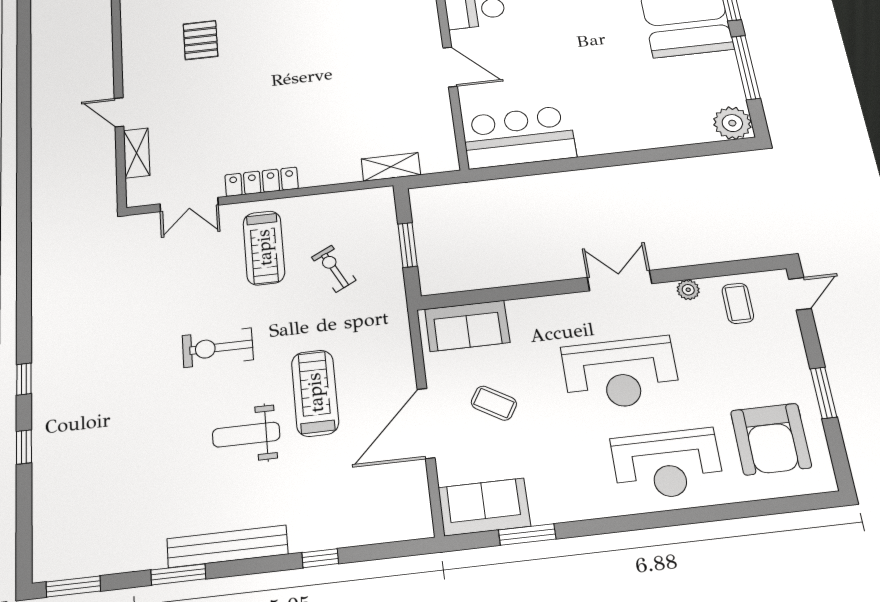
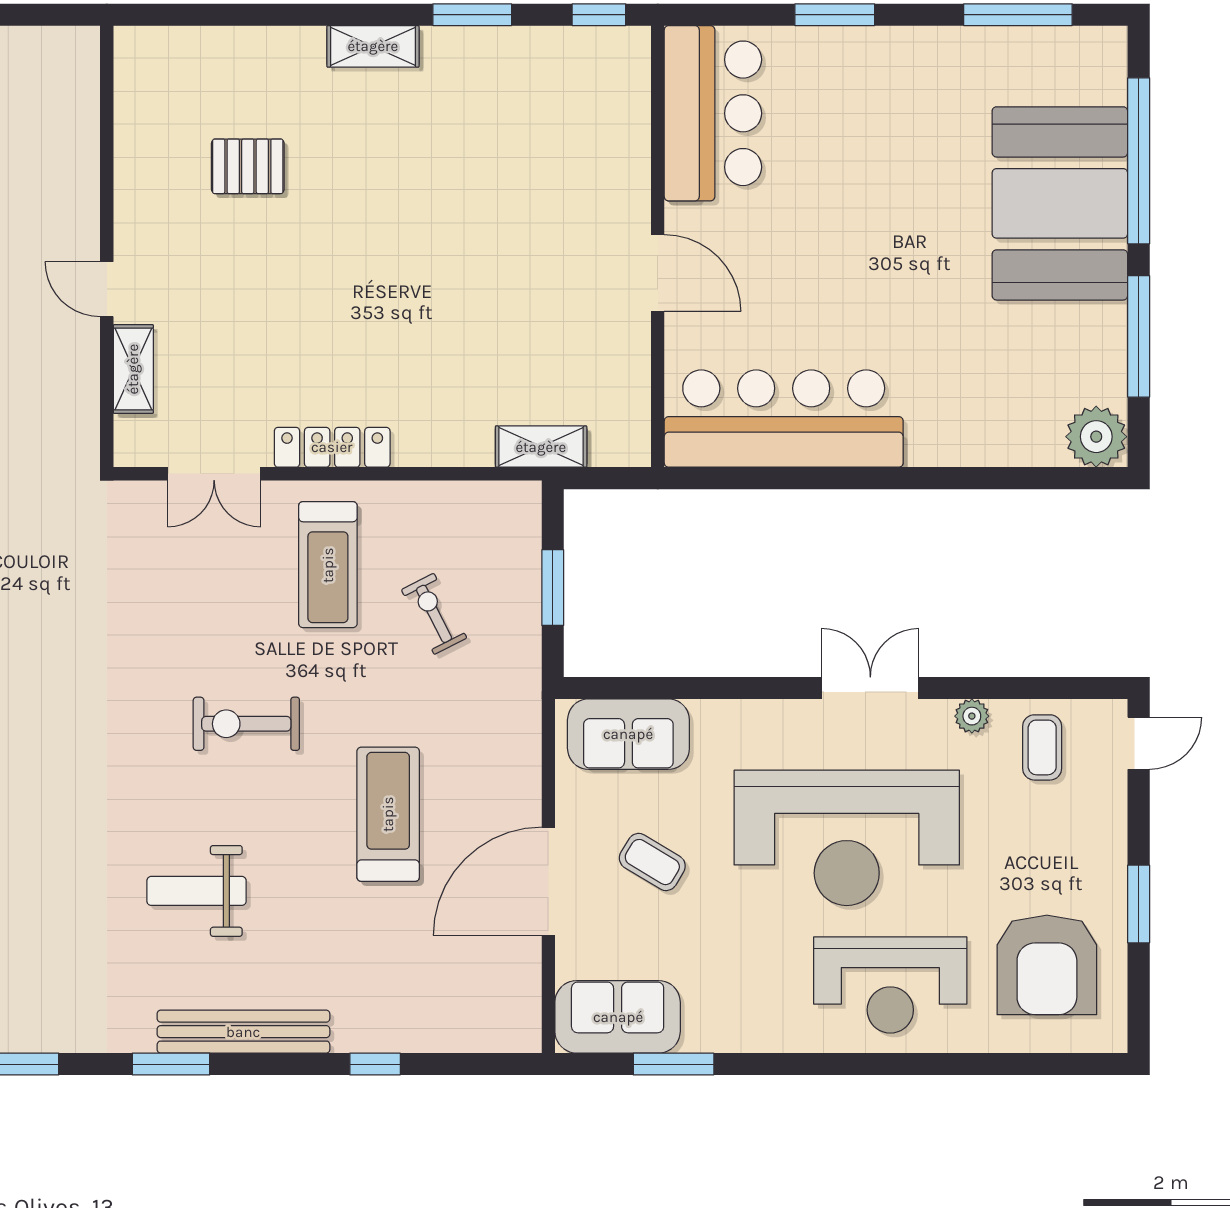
pallet: (201, 40) -> (248, 166), turned 90
bar counter: (519, 137) -> (784, 419), width x1.36
reception desk: (621, 373) -> (847, 838), width x1.36, depth x1.30
weight bench: (246, 435) -> (197, 891), moved

